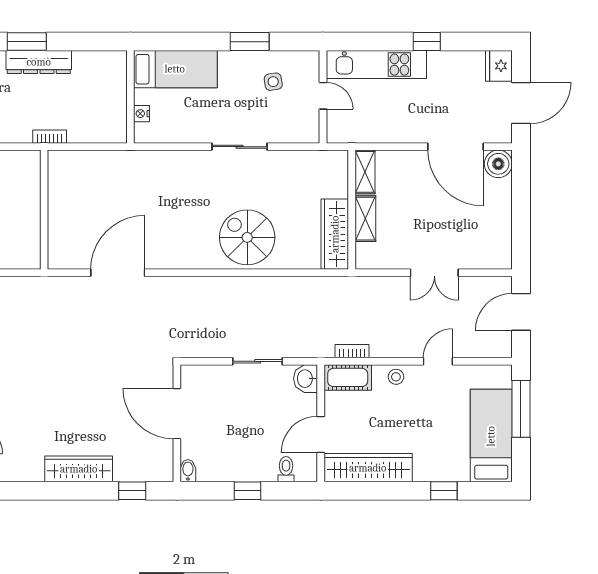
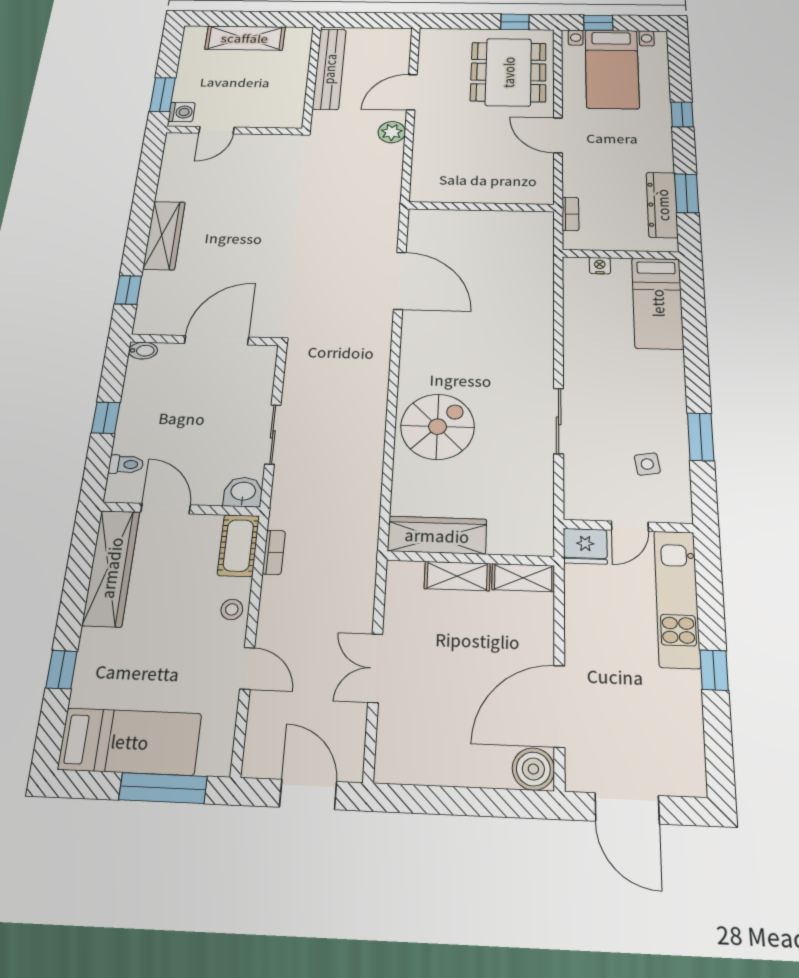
fridge: (499, 66) -> (585, 546), moved, turned 180
bed: (175, 69) -> (657, 303), moved
wall: (130, 97) -> (621, 254), moved
nightstand: (142, 114) -> (600, 266), moved

